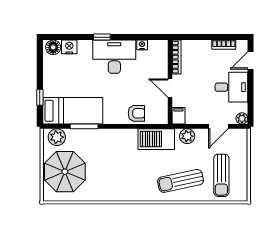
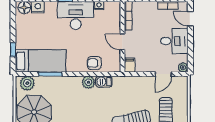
door: (251, 60) -> (190, 19), hinge flipped
armchair: (136, 113) -> (94, 63), turned 180
plant: (187, 136) -> (88, 82), moved
barbecue: (156, 139) -> (104, 82), width x0.53, depth x0.65

